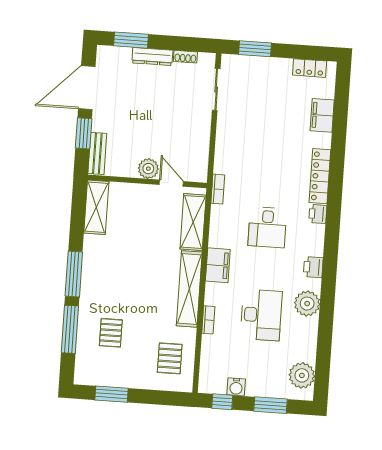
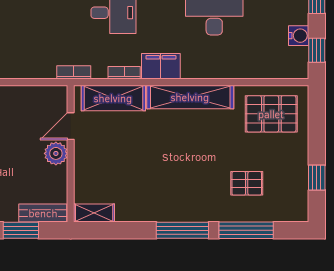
shelving: (96, 207) -> (94, 213), width x0.67, depth x0.75
bookcase: (208, 320) -> (124, 73), moved
pallet: (170, 358) -> (271, 114), width x1.50, depth x1.42
window: (111, 394) -> (317, 178), width x0.67

